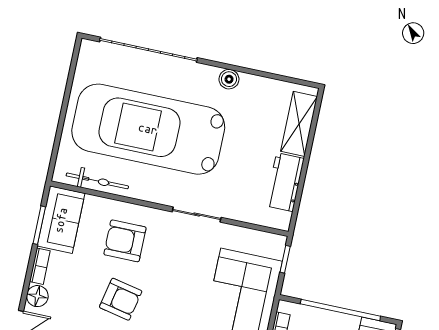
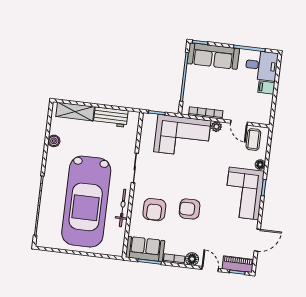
boiler: (229, 79) -> (54, 141), moved
bicycle: (97, 181) -> (123, 208), moved
armchair: (121, 299) -> (190, 209), turned -102

